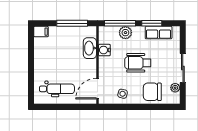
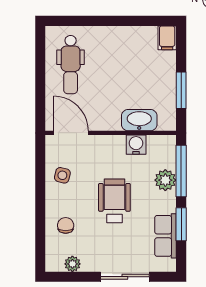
window: (72, 23) -> (181, 90), width x0.69
sliding door: (183, 68) -> (125, 277), moved
chair: (152, 92) -> (66, 225), width x0.54, depth x0.54

